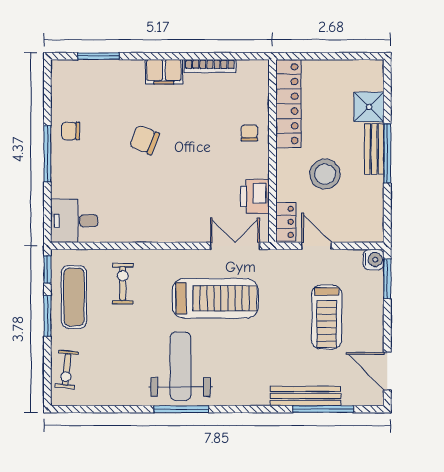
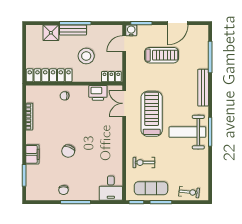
filing cabinet: (164, 72) -> (32, 154), moved
door: (317, 246) -> (124, 44), moved
door: (387, 371) -> (178, 23), moved
bench: (305, 396) -> (203, 88), moved

